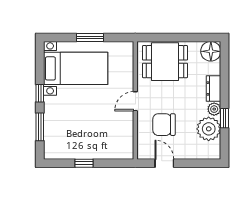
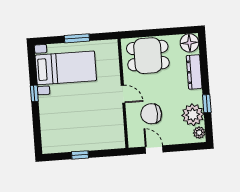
dresser: (214, 88) -> (194, 72), width x1.44
door: (135, 101) -> (123, 94), swing flipped
plant: (214, 109) -> (199, 133), moved
window: (40, 127) -> (37, 124), removed

